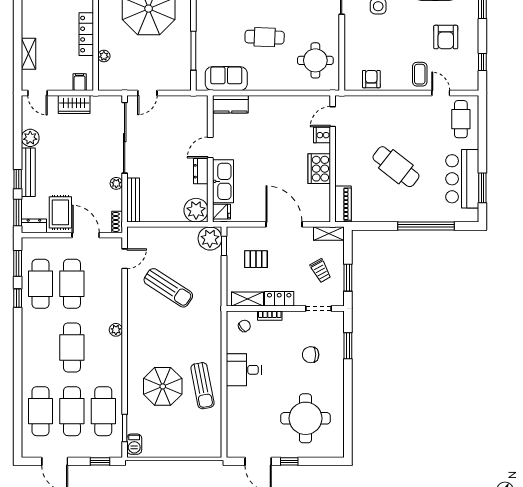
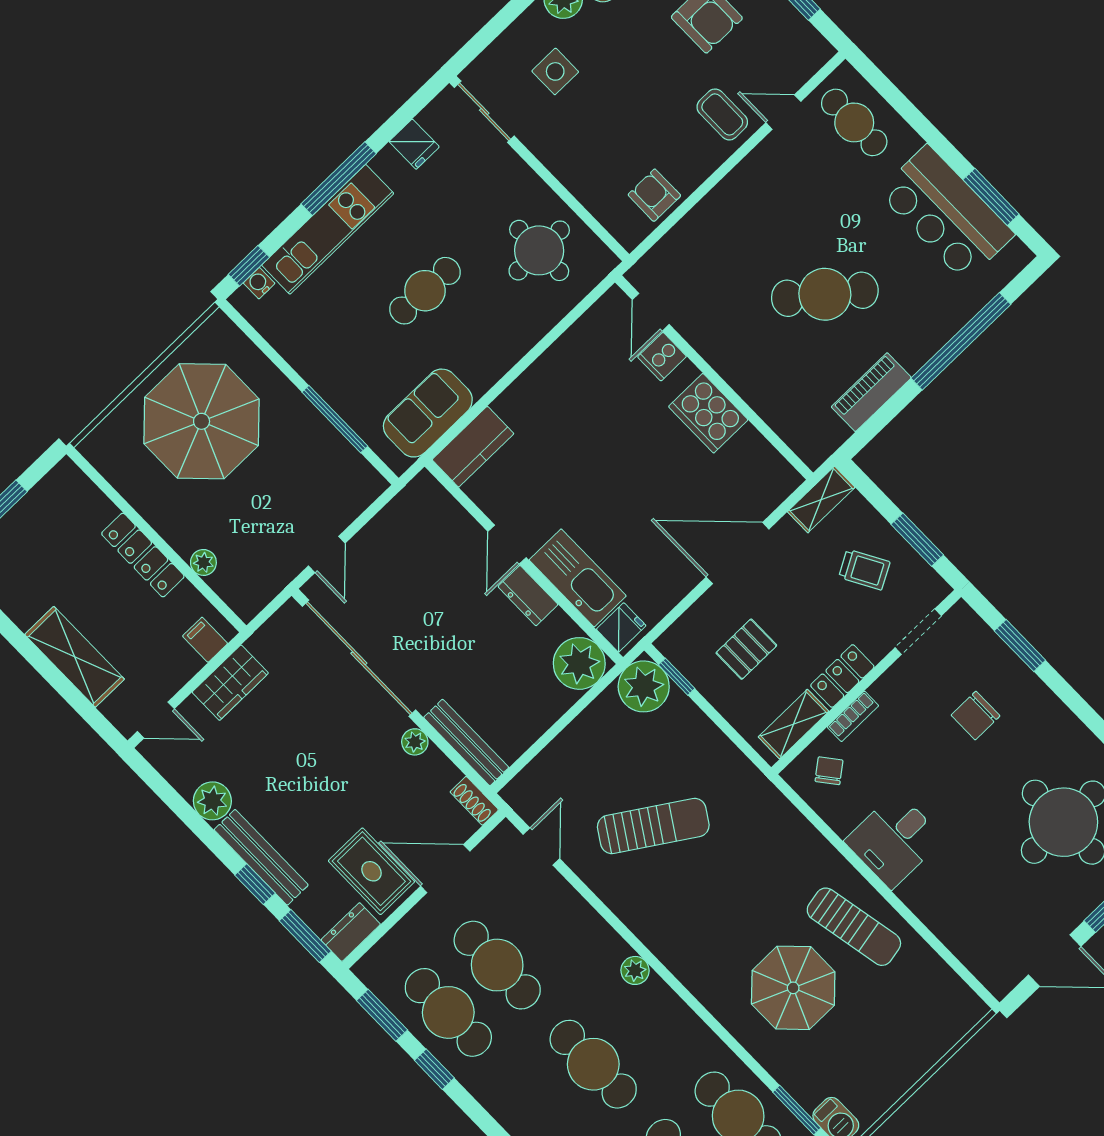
shelving: (29, 54) -> (75, 657), width x1.50, depth x1.33
piano: (343, 204) -> (871, 392), moved, turned -90

